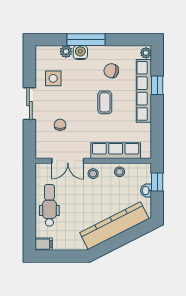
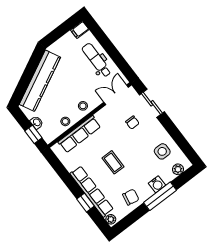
plant: (66, 52) -> (178, 169), moved
chair: (111, 71) -> (131, 197), moved
sliding door: (29, 104) -> (152, 103), moved
double door: (68, 161) -> (116, 95), moved
dental chair: (49, 205) -> (97, 60), turned 180

